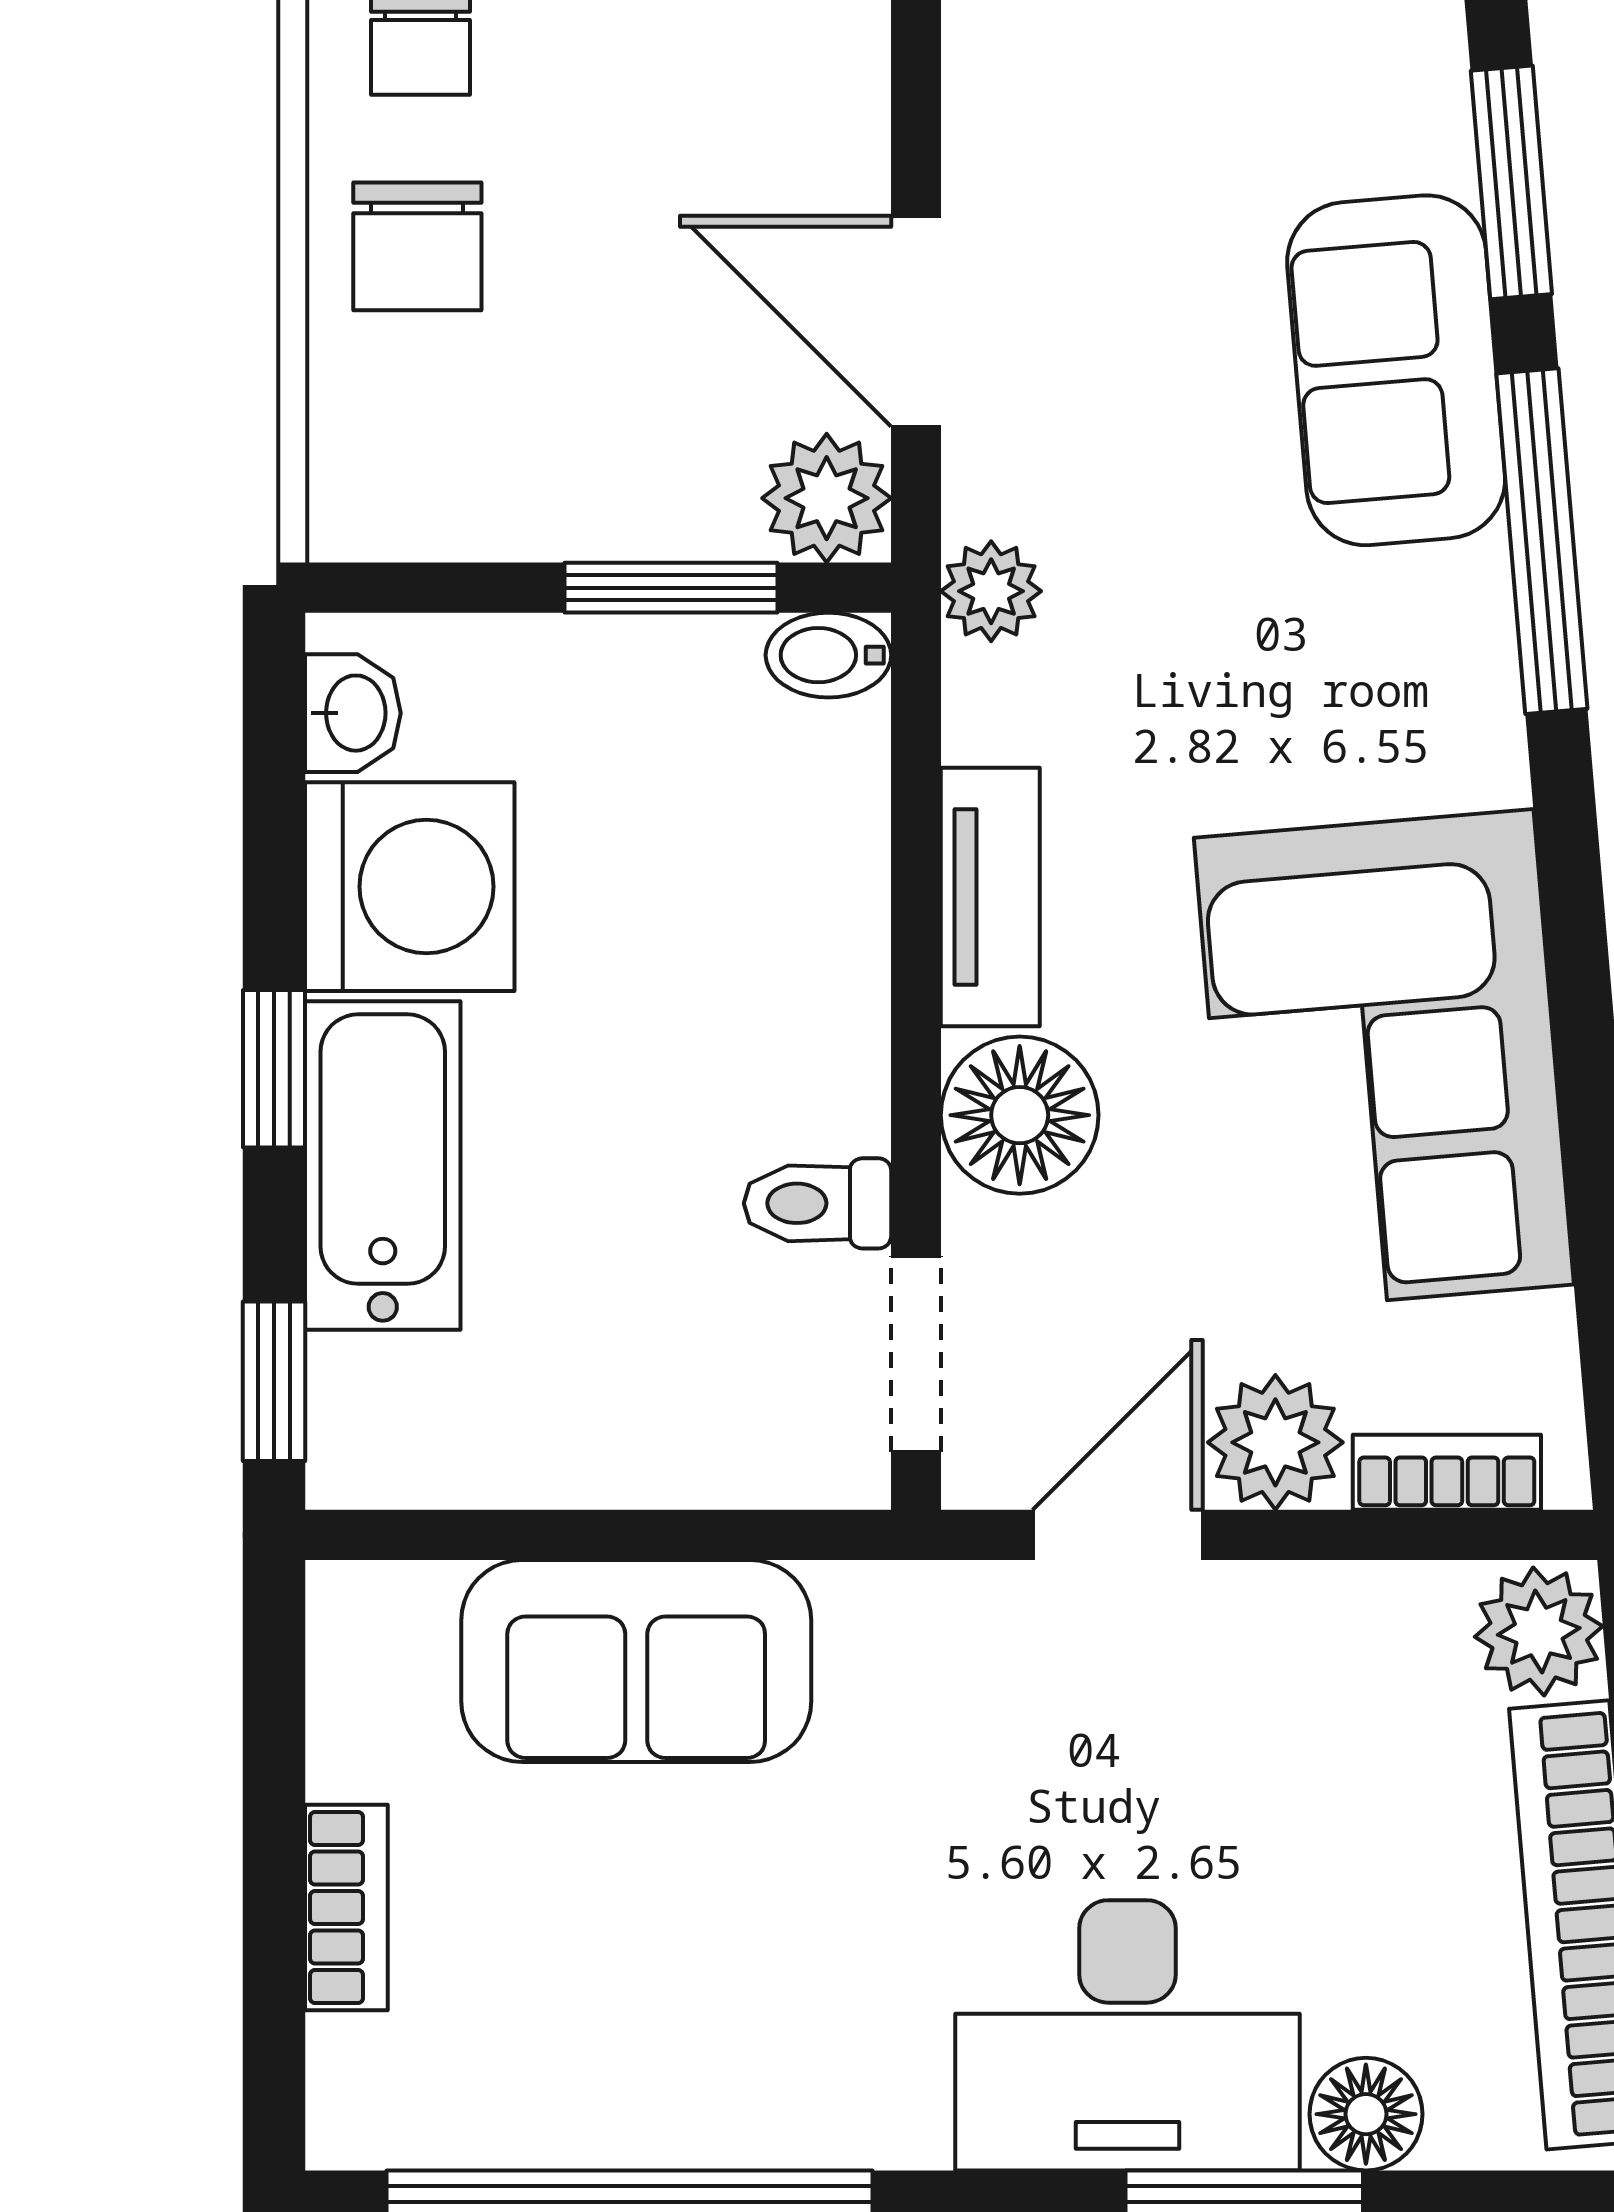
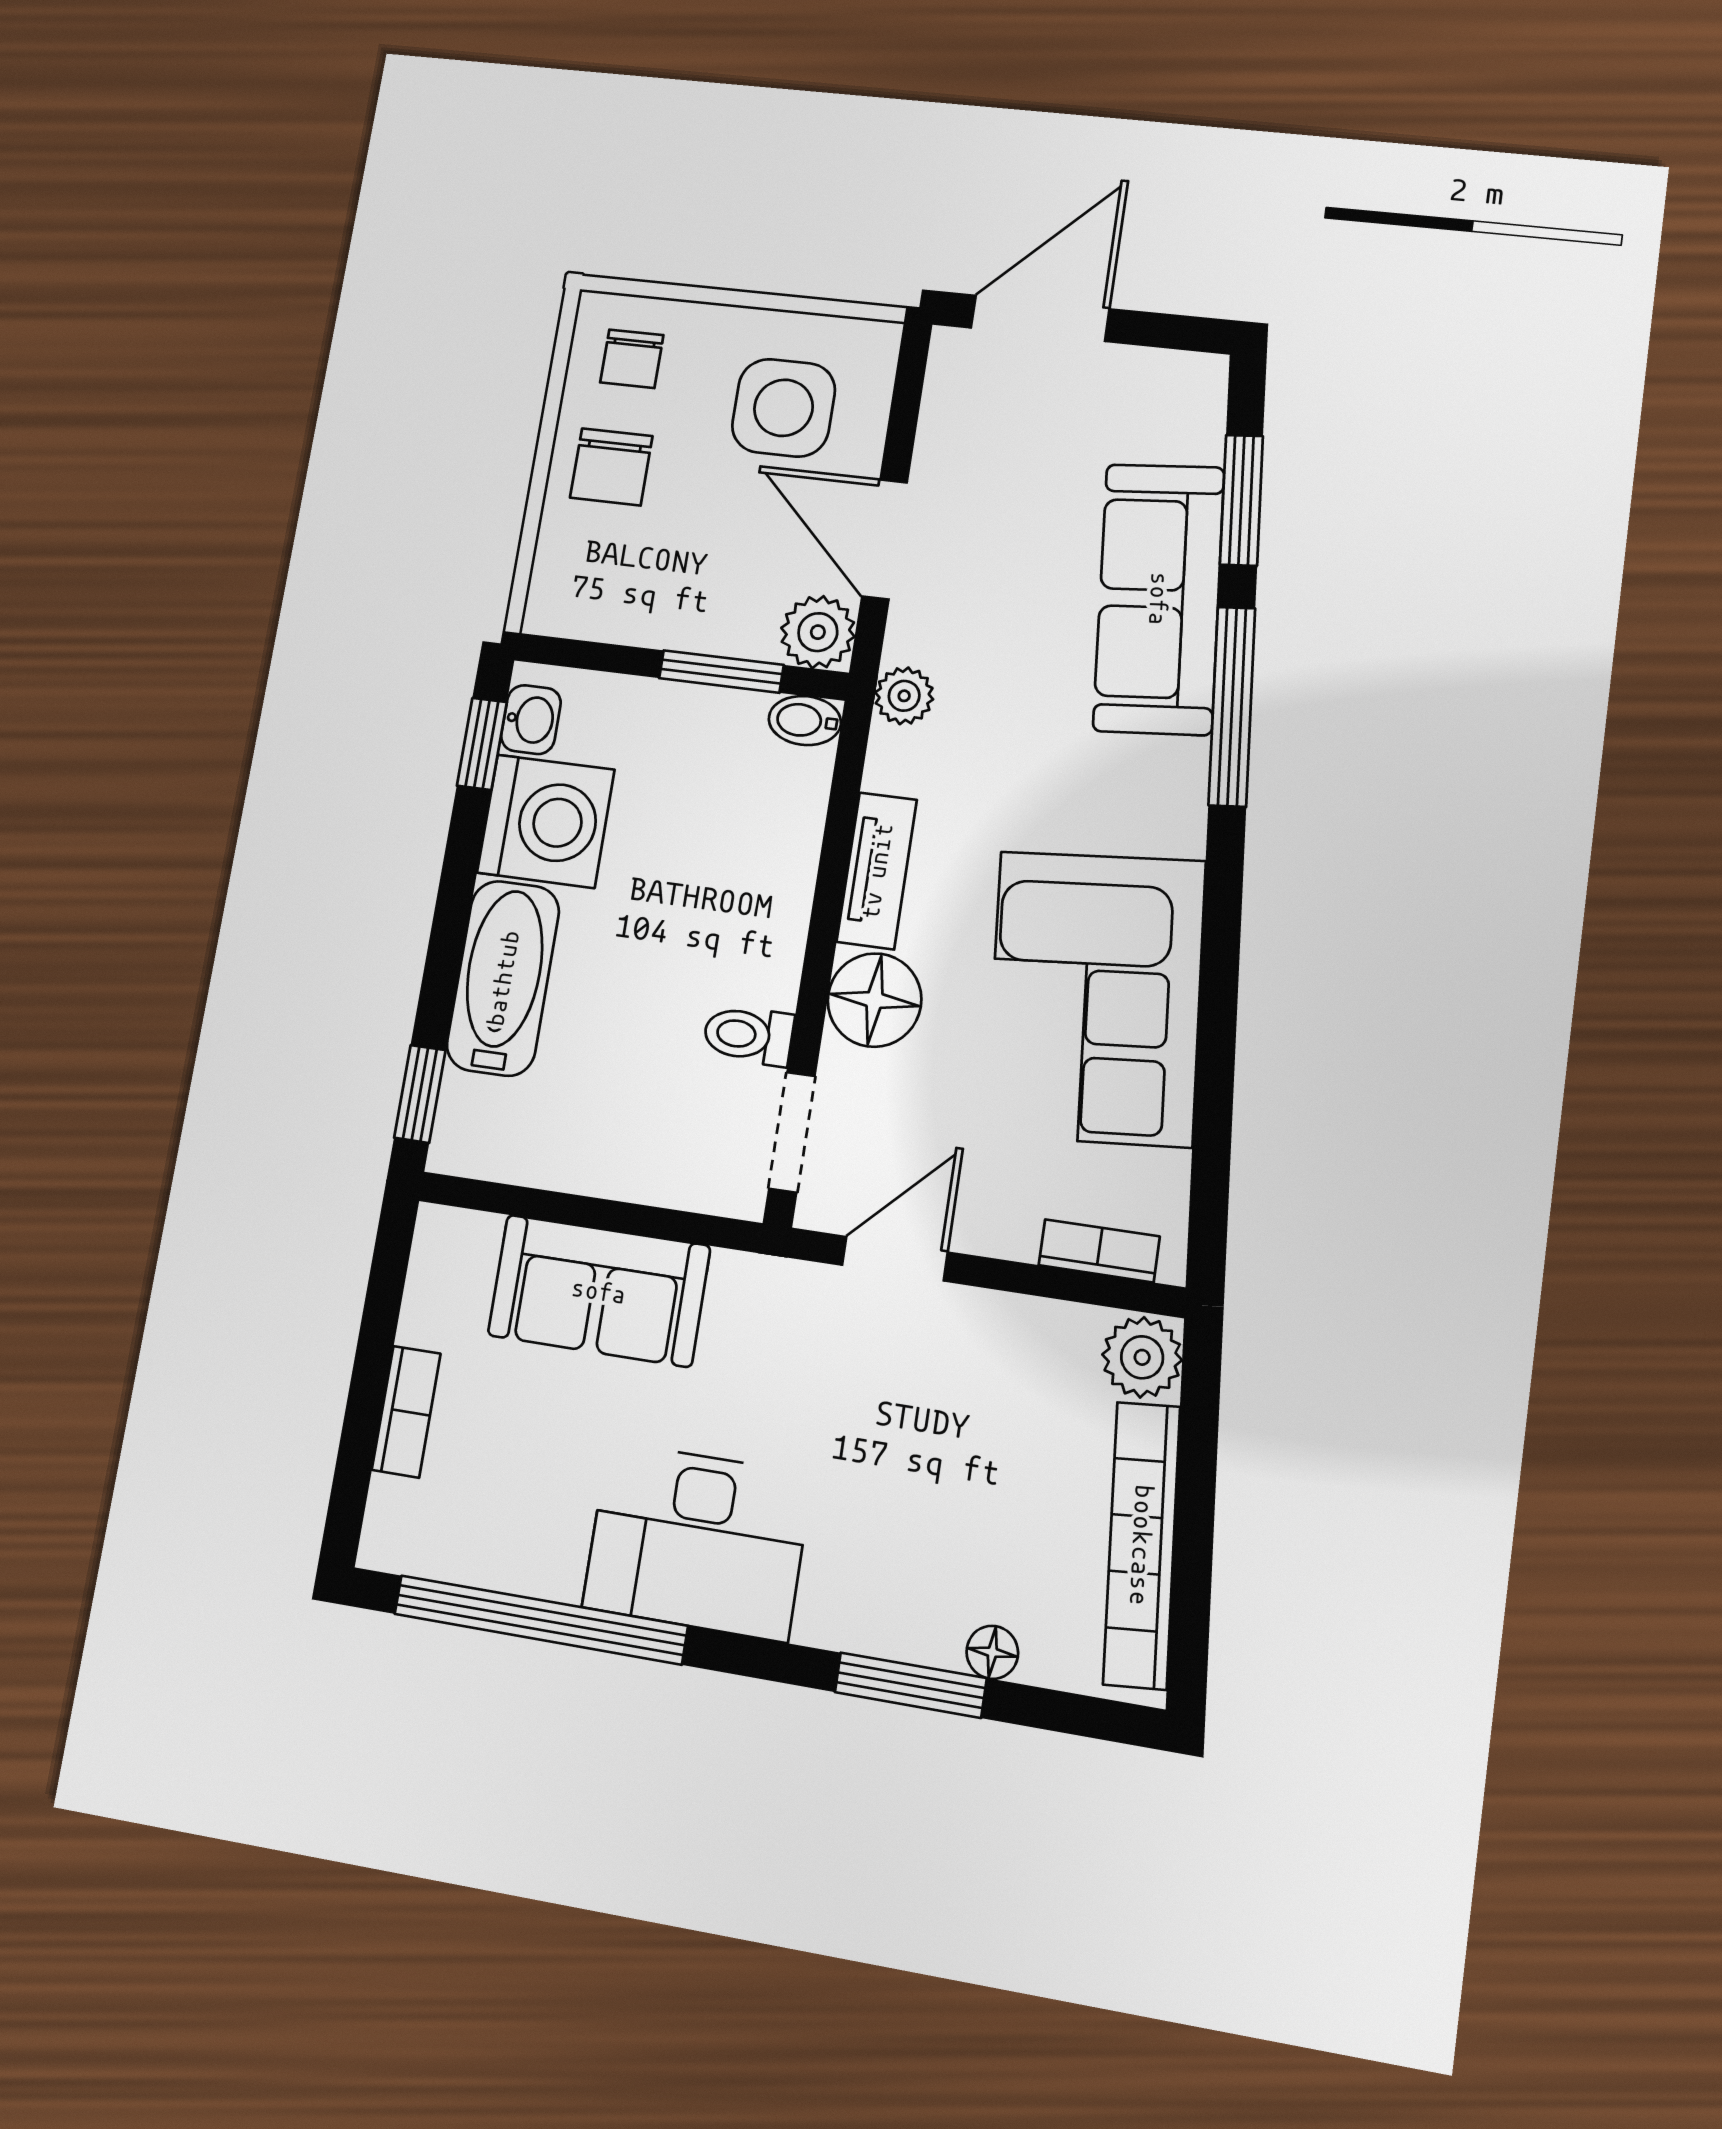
side table: (704, 106) -> (784, 408), added
sofa: (1396, 370) -> (1159, 599), width x1.36
window: (274, 1069) -> (482, 744), moved
plant: (1275, 1442) -> (998, 1217), removed
desk: (1127, 2035) -> (697, 1541), moved
floor lamp: (1366, 2114) -> (992, 1652), width x0.73, depth x0.73

